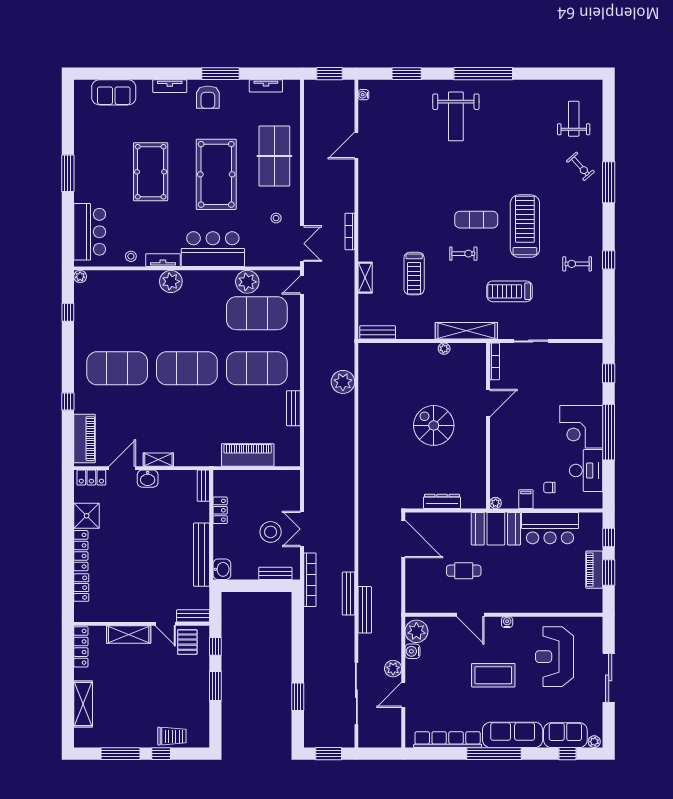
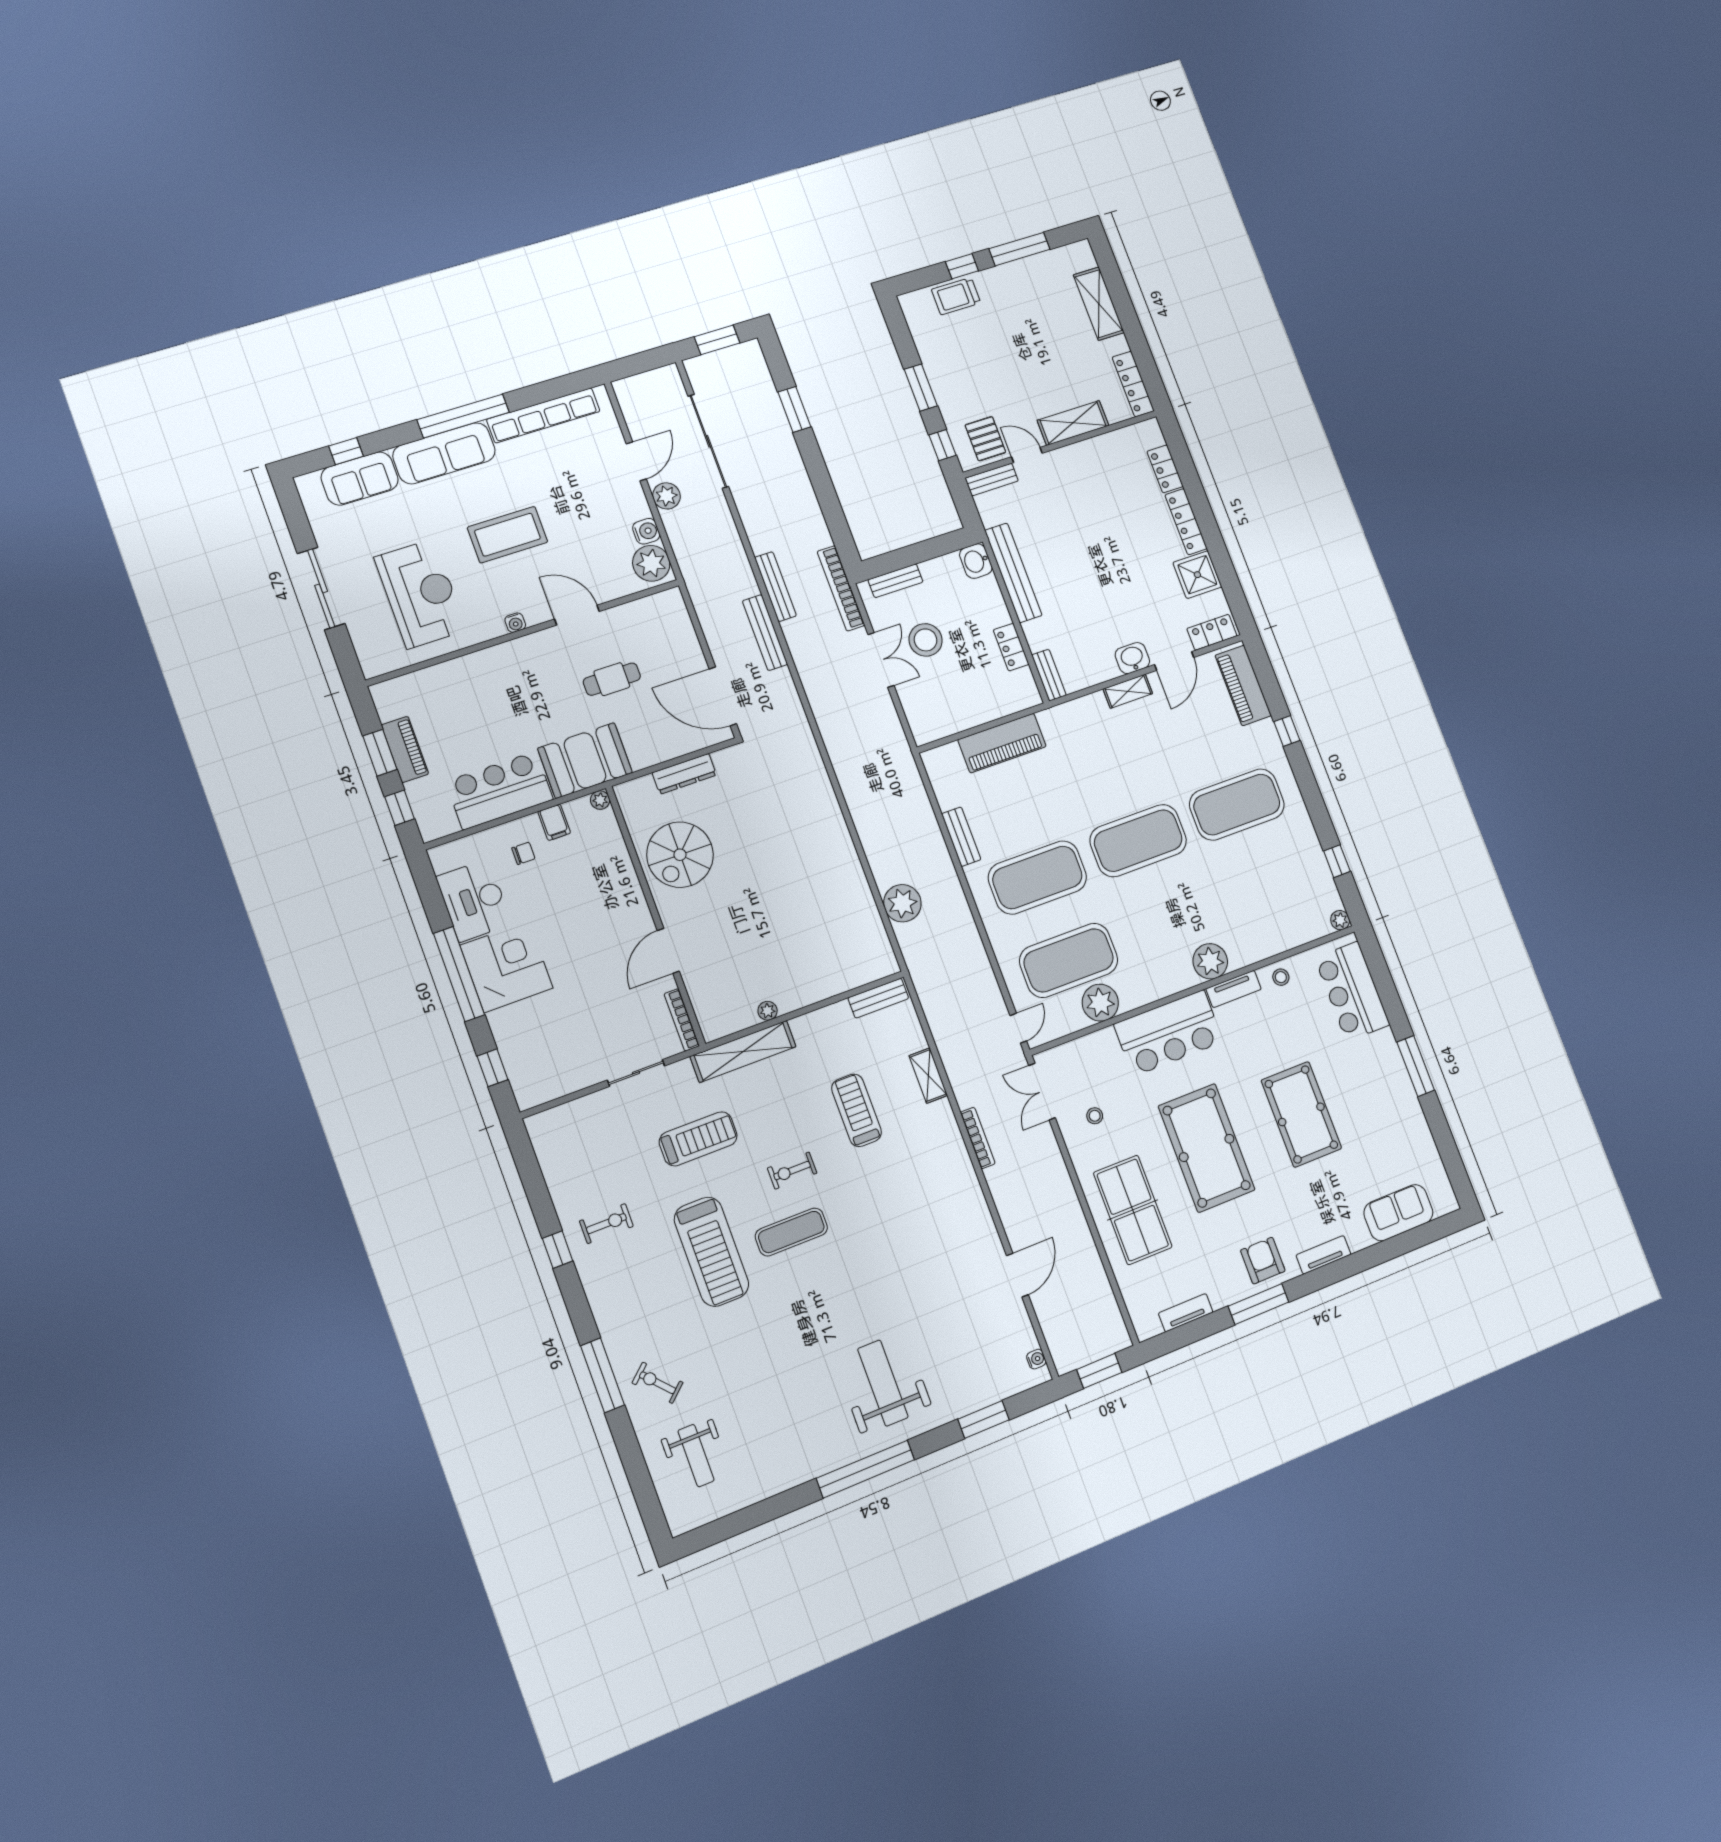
spiral stairs: (434, 425) -> (680, 855), moved, turned 90
bench: (365, 610) -> (765, 633), moved
plant: (594, 742) -> (309, 483), removed

